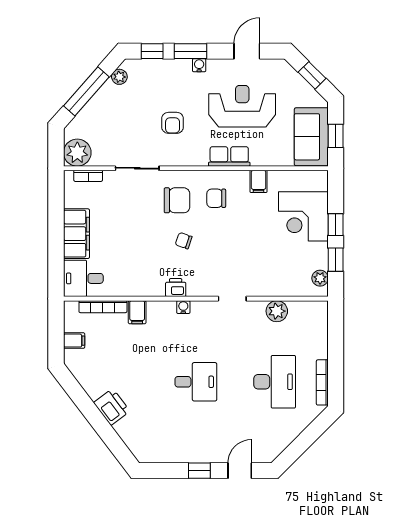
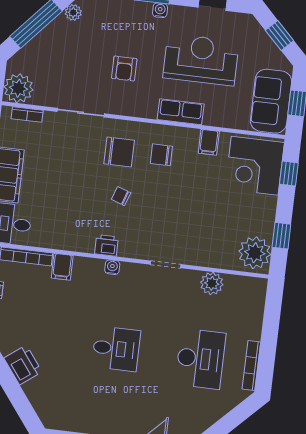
corner desk: (303, 216) -> (255, 166), moved
window: (336, 225) -> (289, 173), moved
plant: (320, 278) -> (255, 253), width x1.88, depth x1.88

